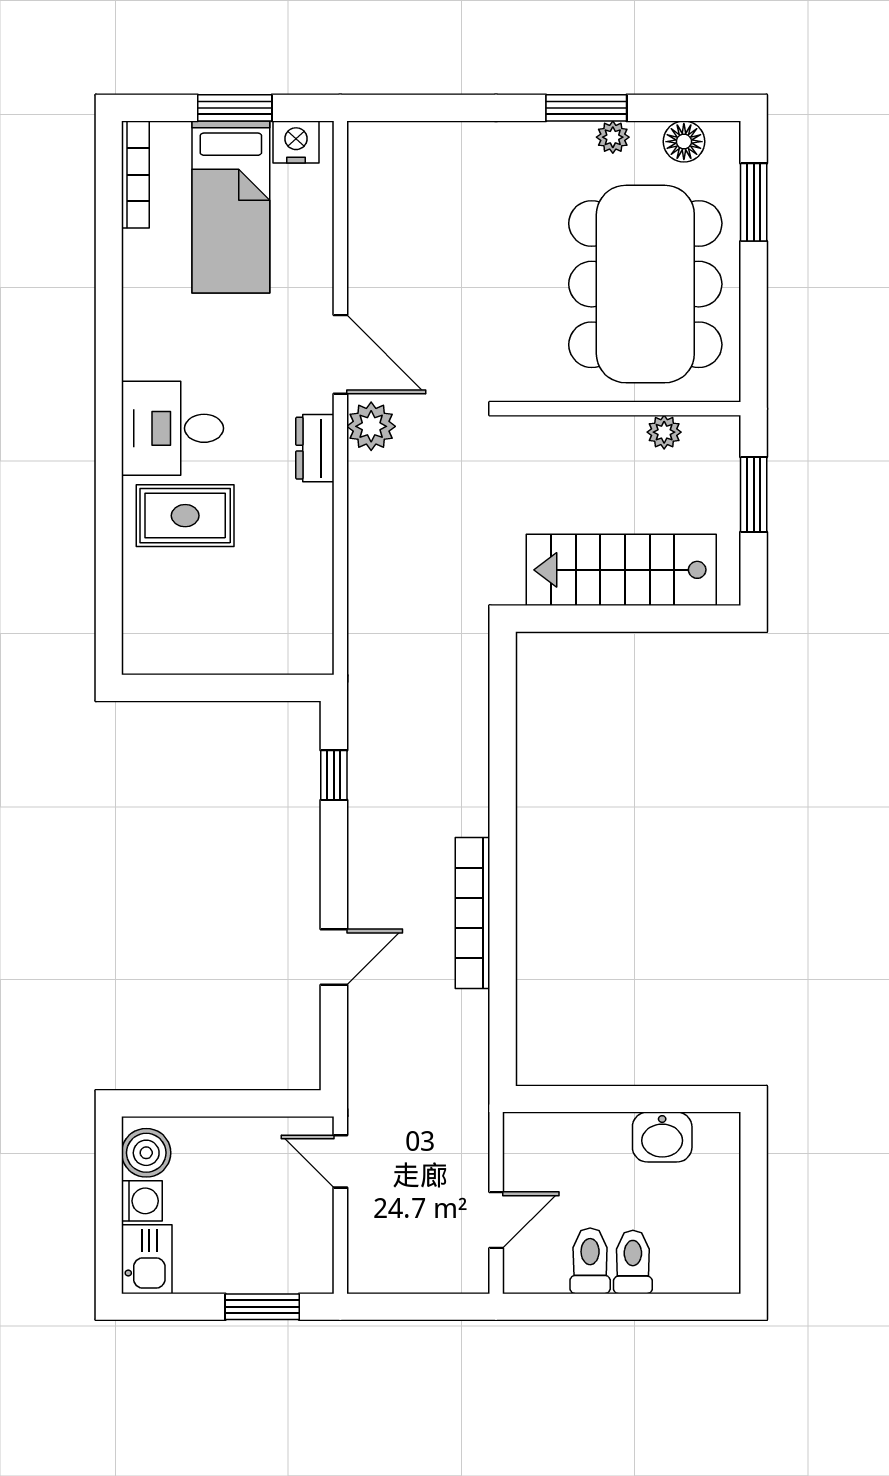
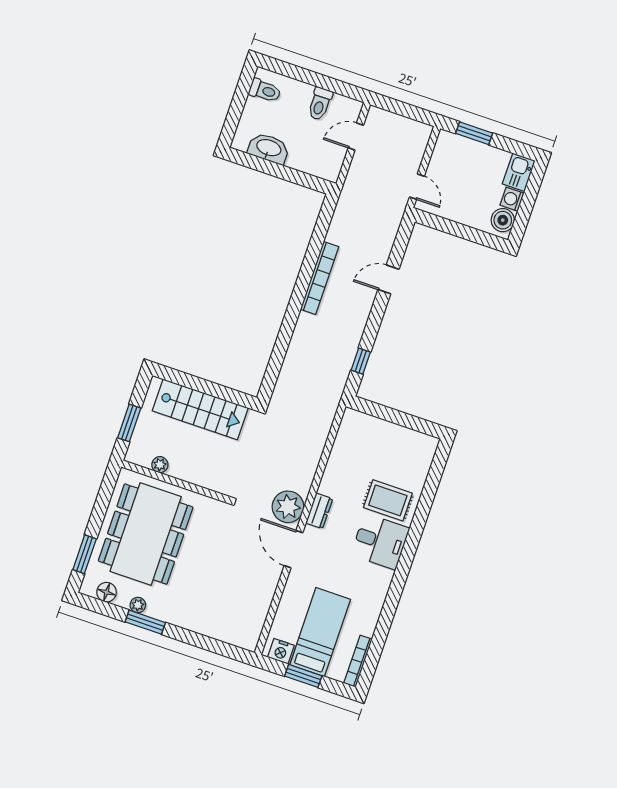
plant: (371, 426) -> (288, 507), width x1.36, depth x1.36
washbasin: (662, 1137) -> (269, 148), width x1.38
toilet: (633, 1262) -> (265, 91), moved, turned -90

